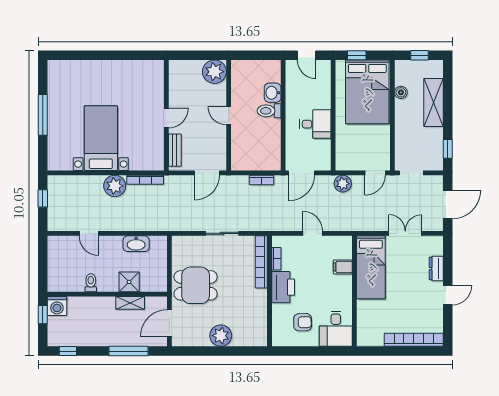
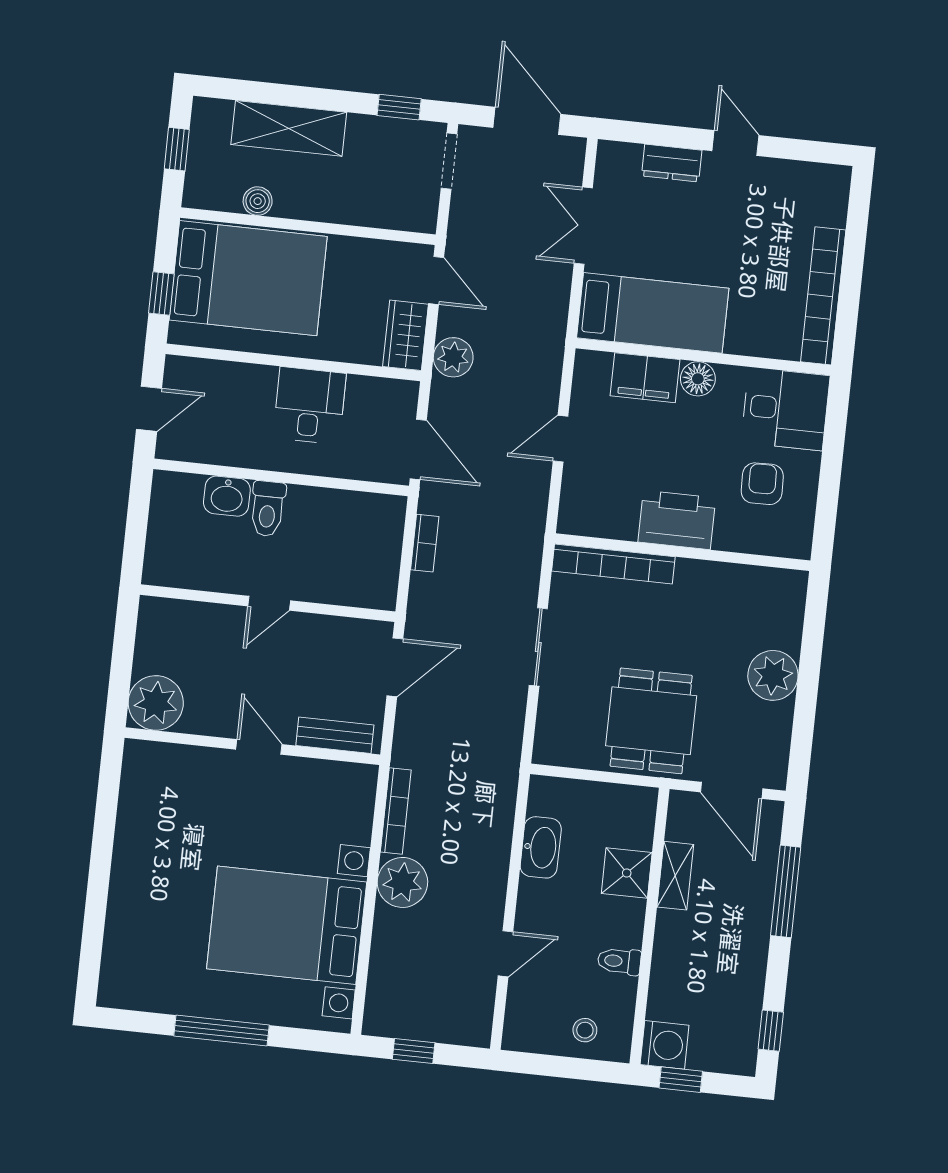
plant: (214, 72) -> (156, 703), moved
bed with nightstands: (101, 138) -> (287, 925), width x1.36
wardrobe: (350, 162) -> (406, 335), added
door: (207, 173) -> (395, 667), hinge flipped
doorway: (411, 173) -> (449, 161), moved
bookcase: (276, 259) -> (610, 528), removed
filing cabinet: (343, 267) -> (645, 378), width x2.00
stool: (60, 271) -> (585, 1030), added
floor lamp: (345, 290) -> (698, 379), added
bookcase: (414, 340) -> (823, 296), moved

